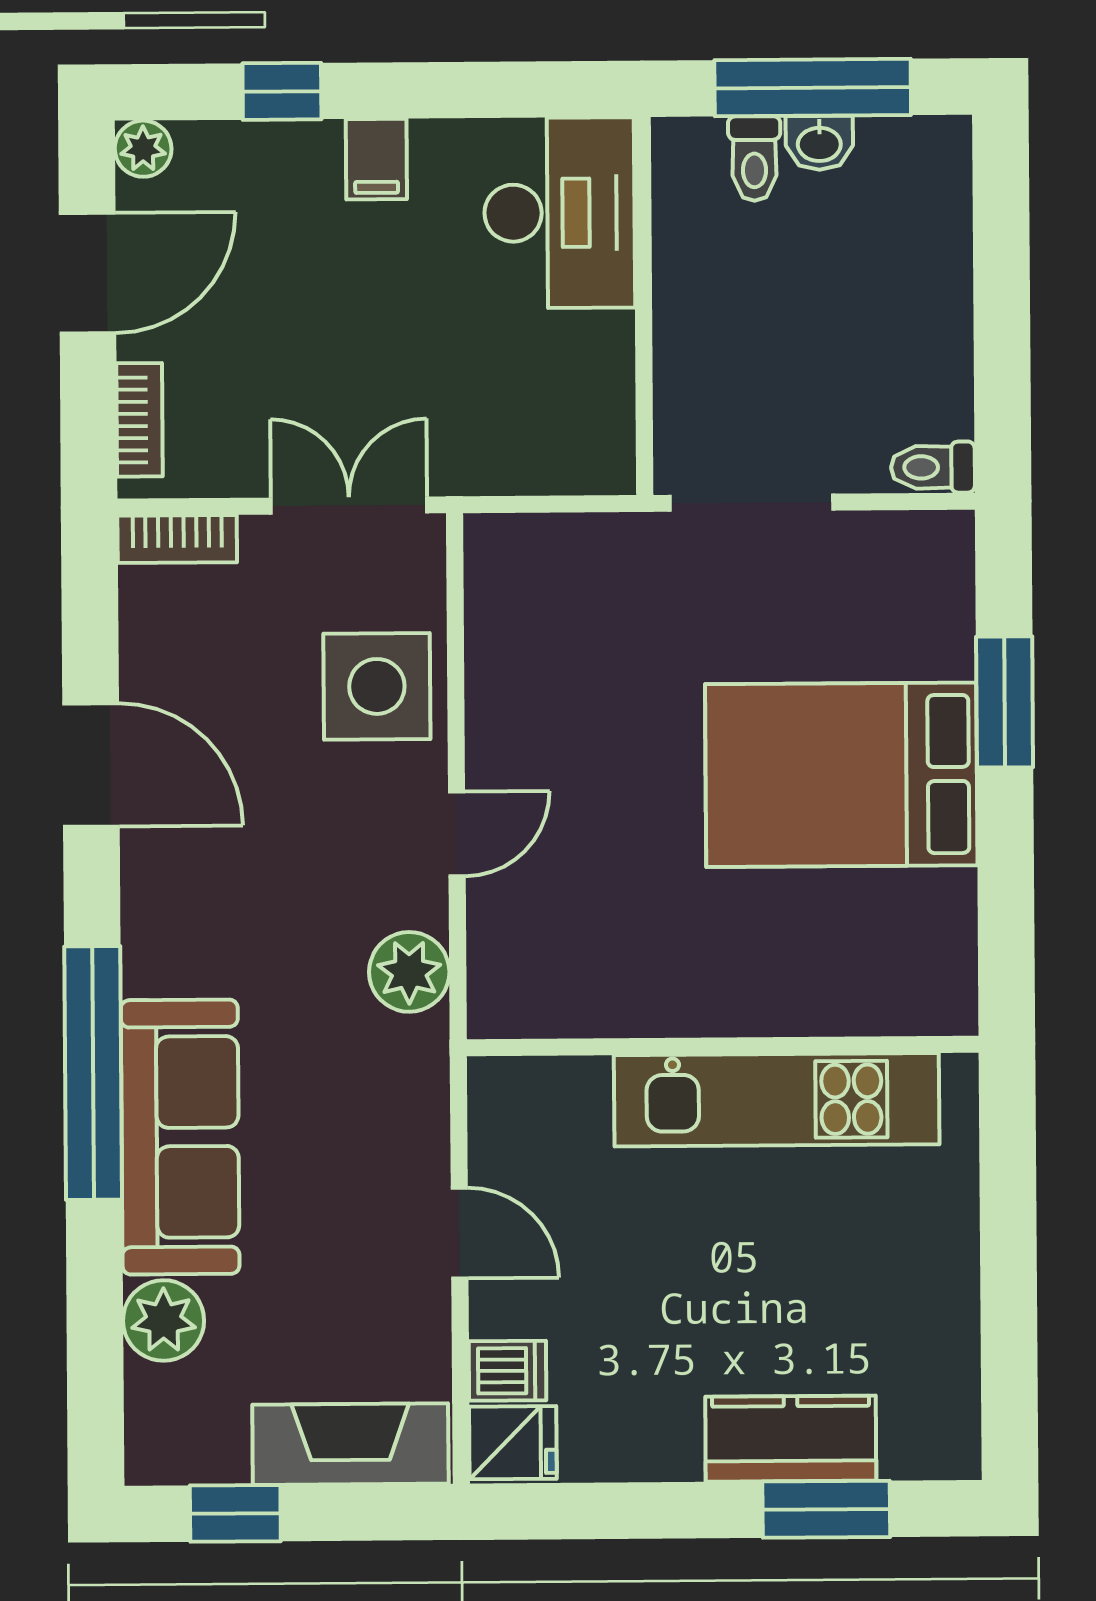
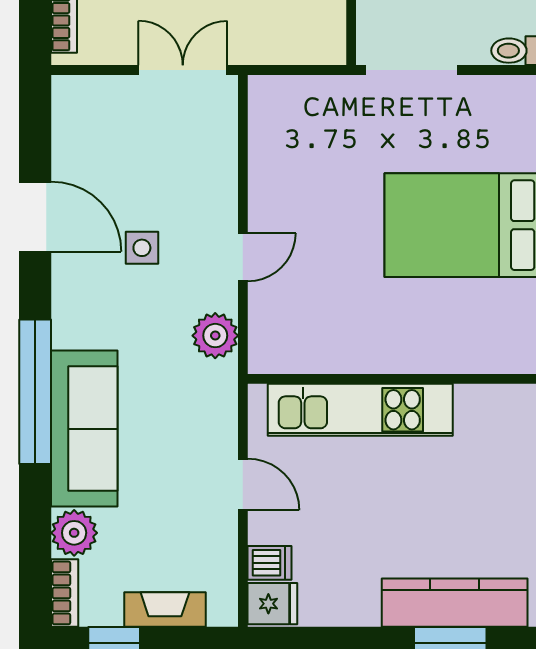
bookcase: (177, 539) -> (65, 593), moved, turned -90
side table: (377, 686) -> (142, 248), moved, width x0.54, depth x0.54
kitchen unit: (777, 1100) -> (360, 410), moved
kitchen counter: (791, 1439) -> (455, 603), width x1.50
fireplace: (350, 1444) -> (165, 609), width x0.73, depth x0.76

